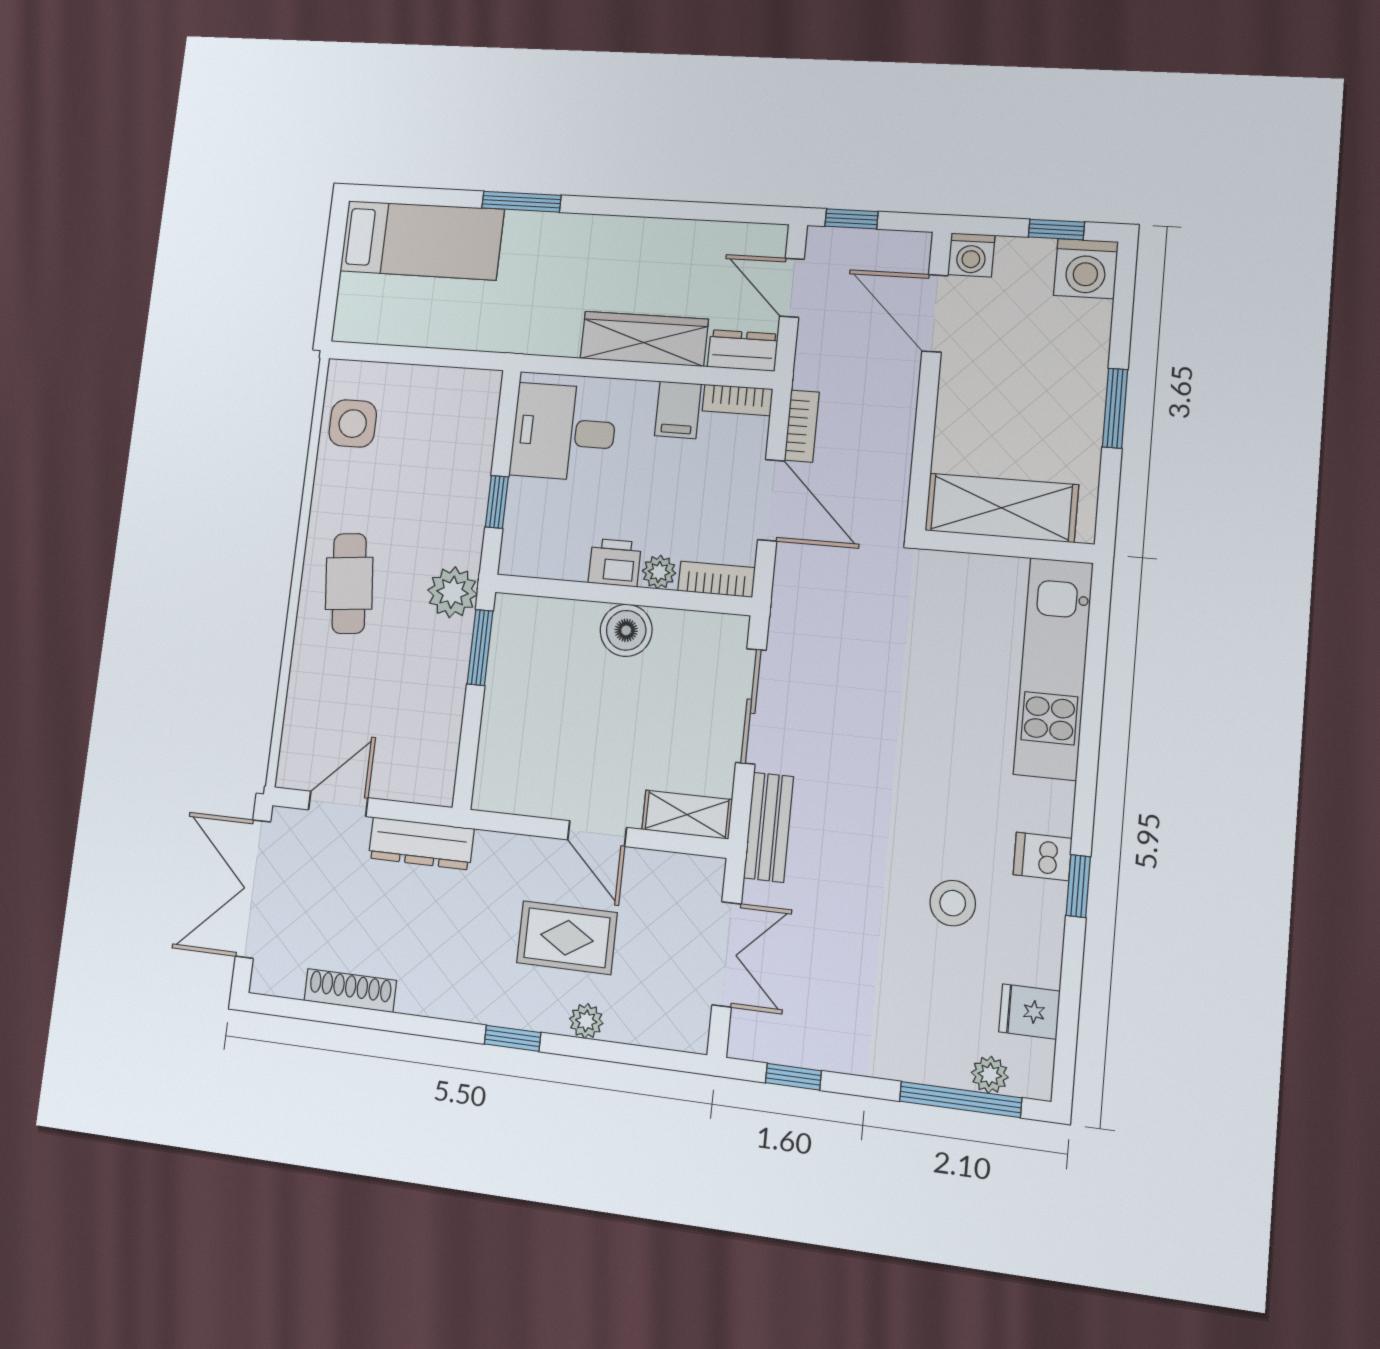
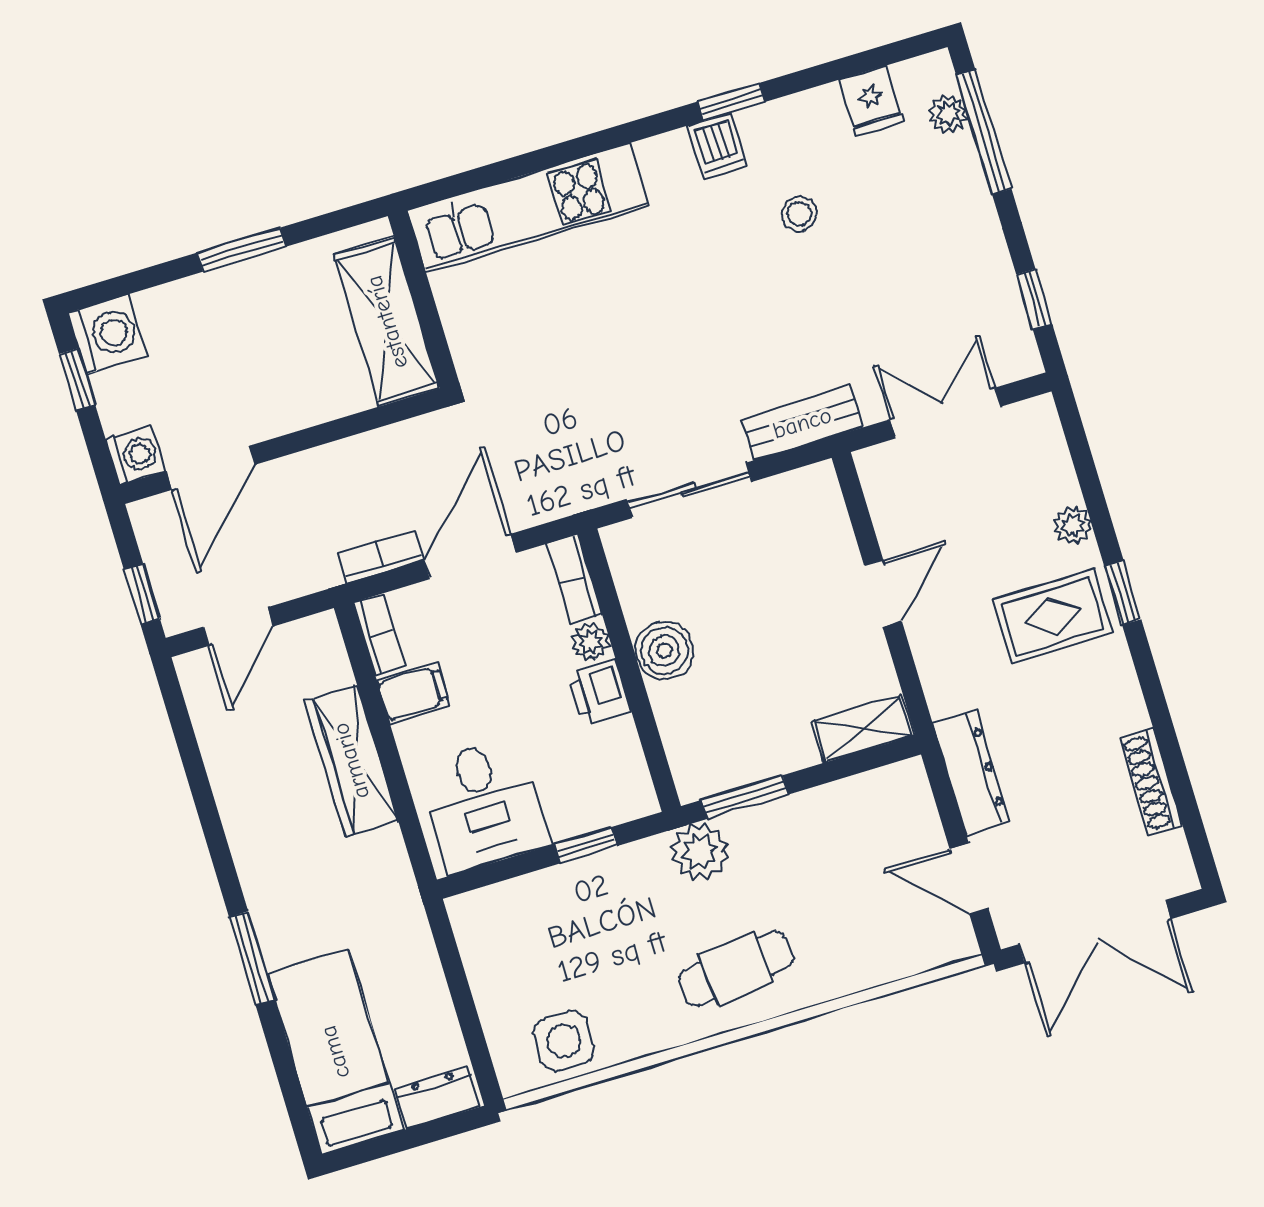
dresser: (743, 351) -> (437, 1097), moved, turned 90
shelving: (687, 815) -> (863, 728), moved, turned 90
stool: (953, 903) -> (799, 214), width x0.73, depth x0.73
rug: (567, 938) -> (1052, 616), moved, turned 90

